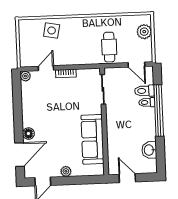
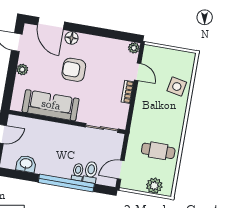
cafe table: (109, 47) -> (158, 151), moved
armchair: (56, 125) -> (74, 70), added

